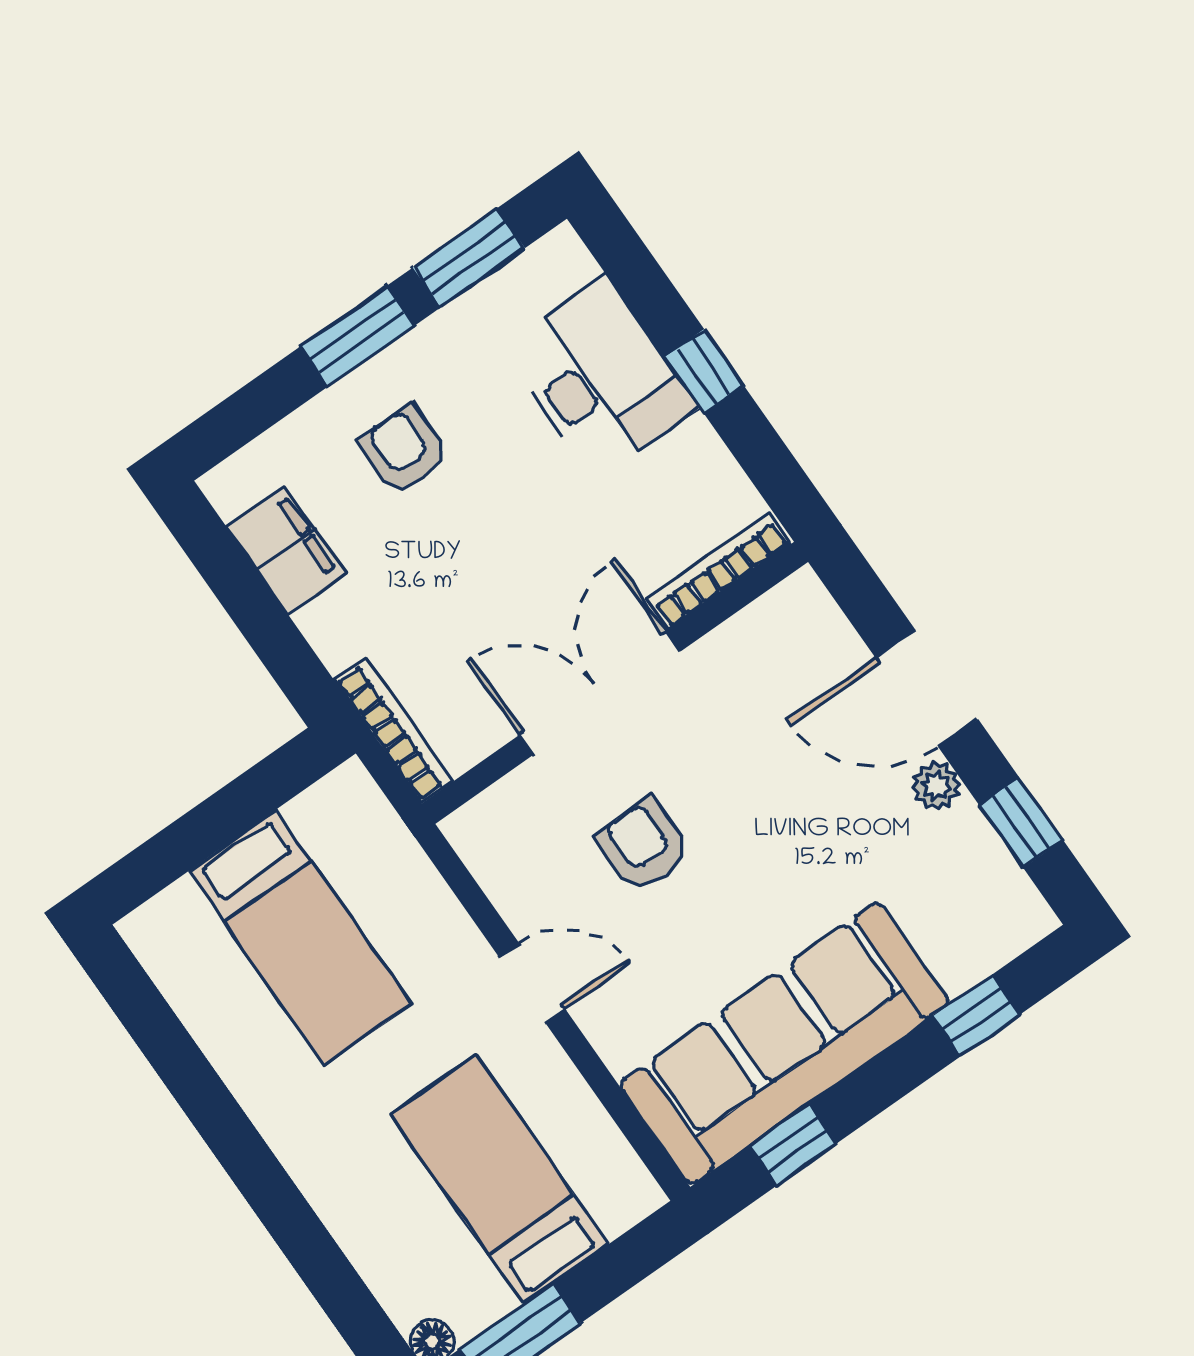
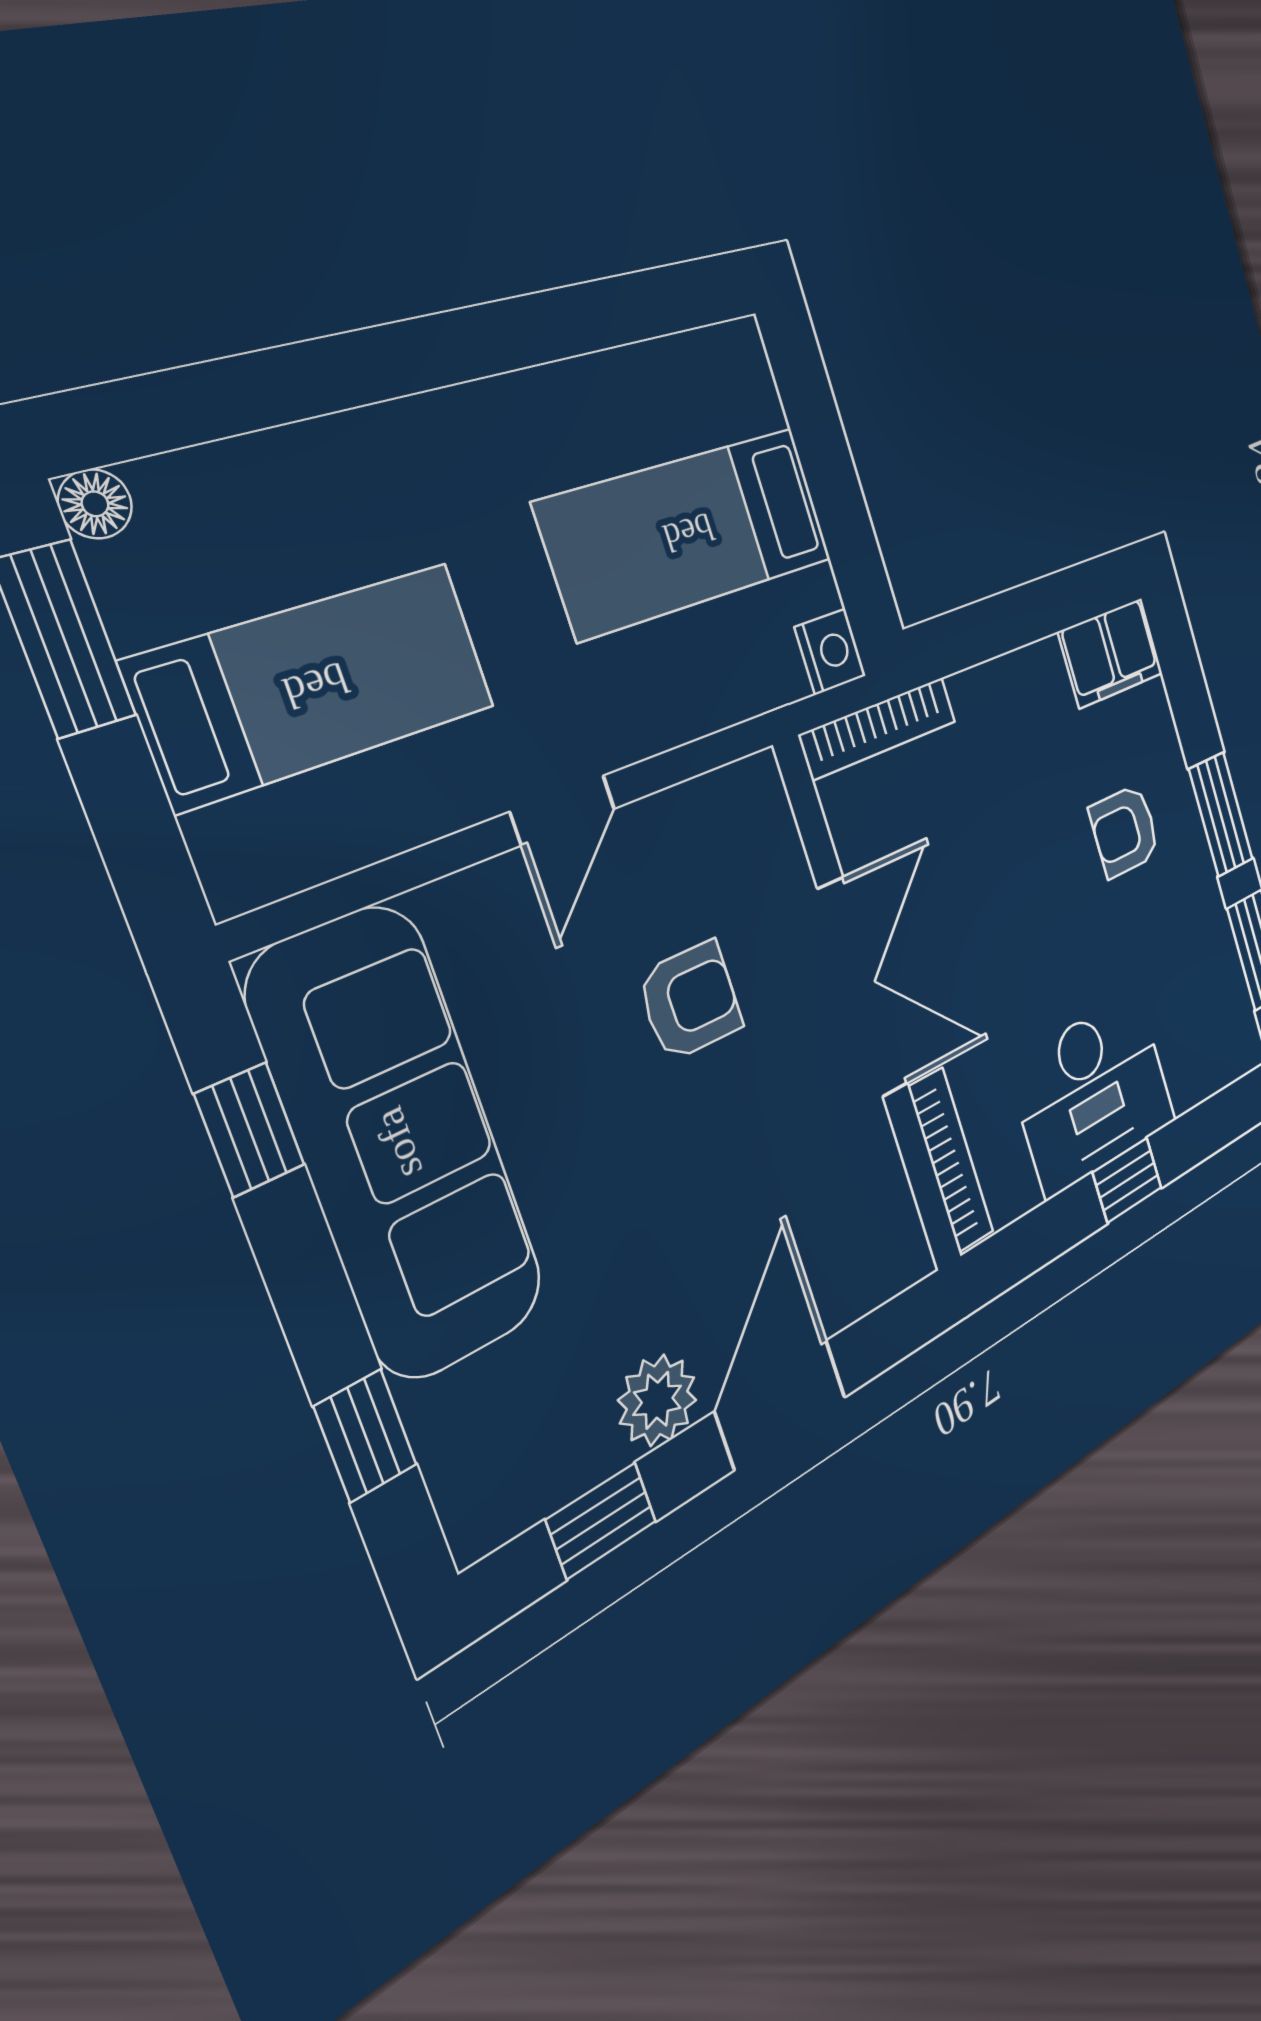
desk: (600, 378) -> (1093, 1093), moved
armchair: (404, 450) -> (1125, 831), turned 180
filing cabinet: (286, 550) -> (1111, 653), moved
plant: (936, 786) -> (657, 1400), width x1.38, depth x1.38
nightstand: (348, 791) -> (830, 652), added

